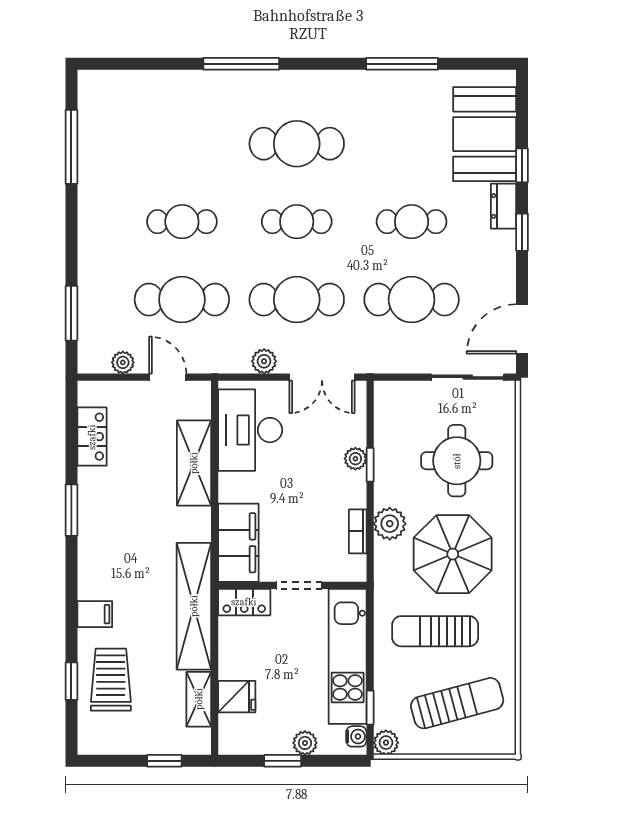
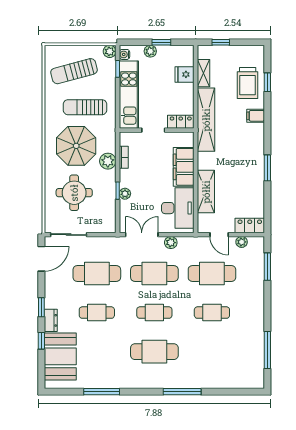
locker: (92, 437) -> (250, 225), moved, turned 90
filing cabinet: (238, 543) -> (184, 167), moved
sun lounger: (435, 631) -> (85, 107), turned 180

